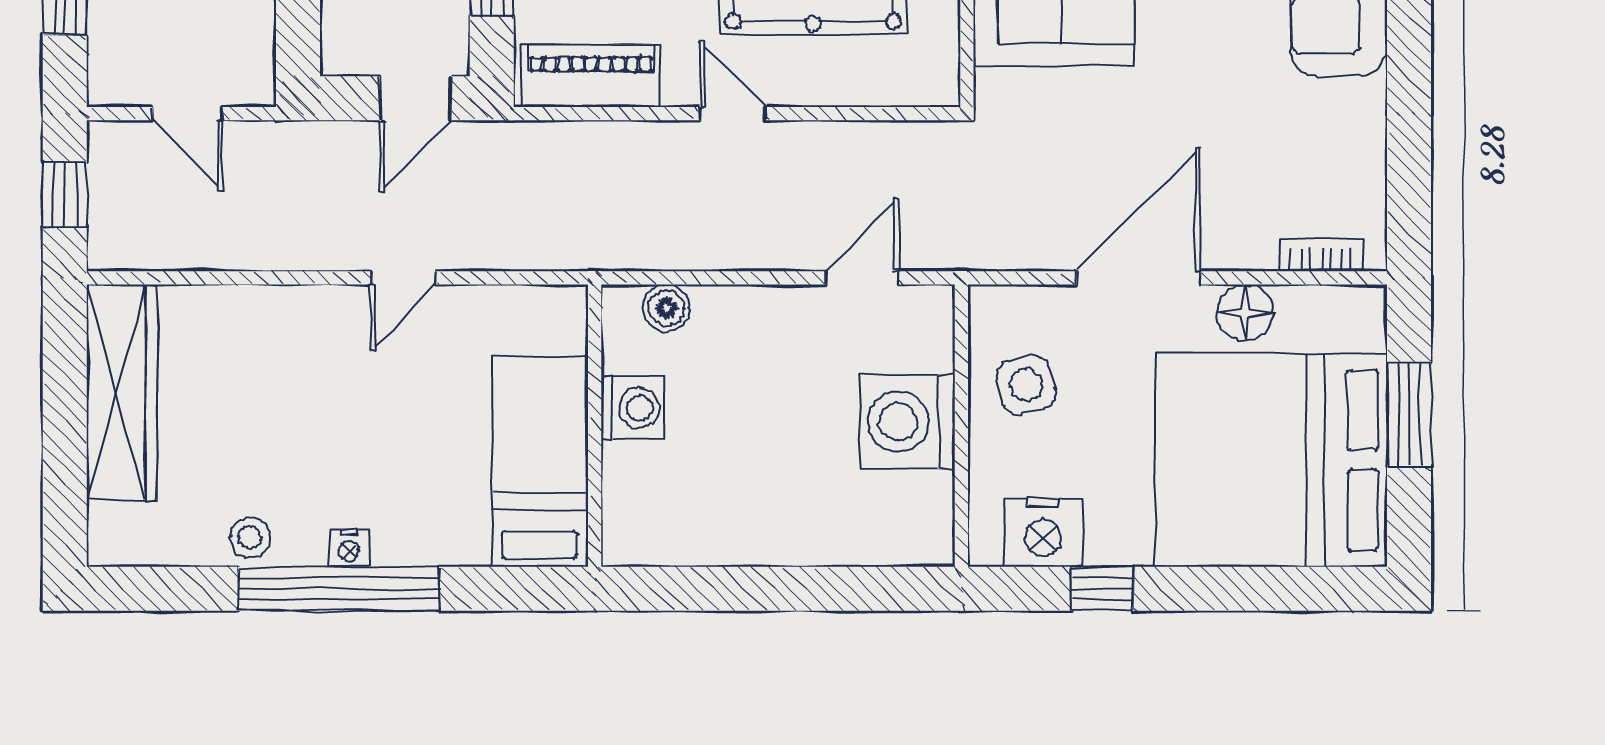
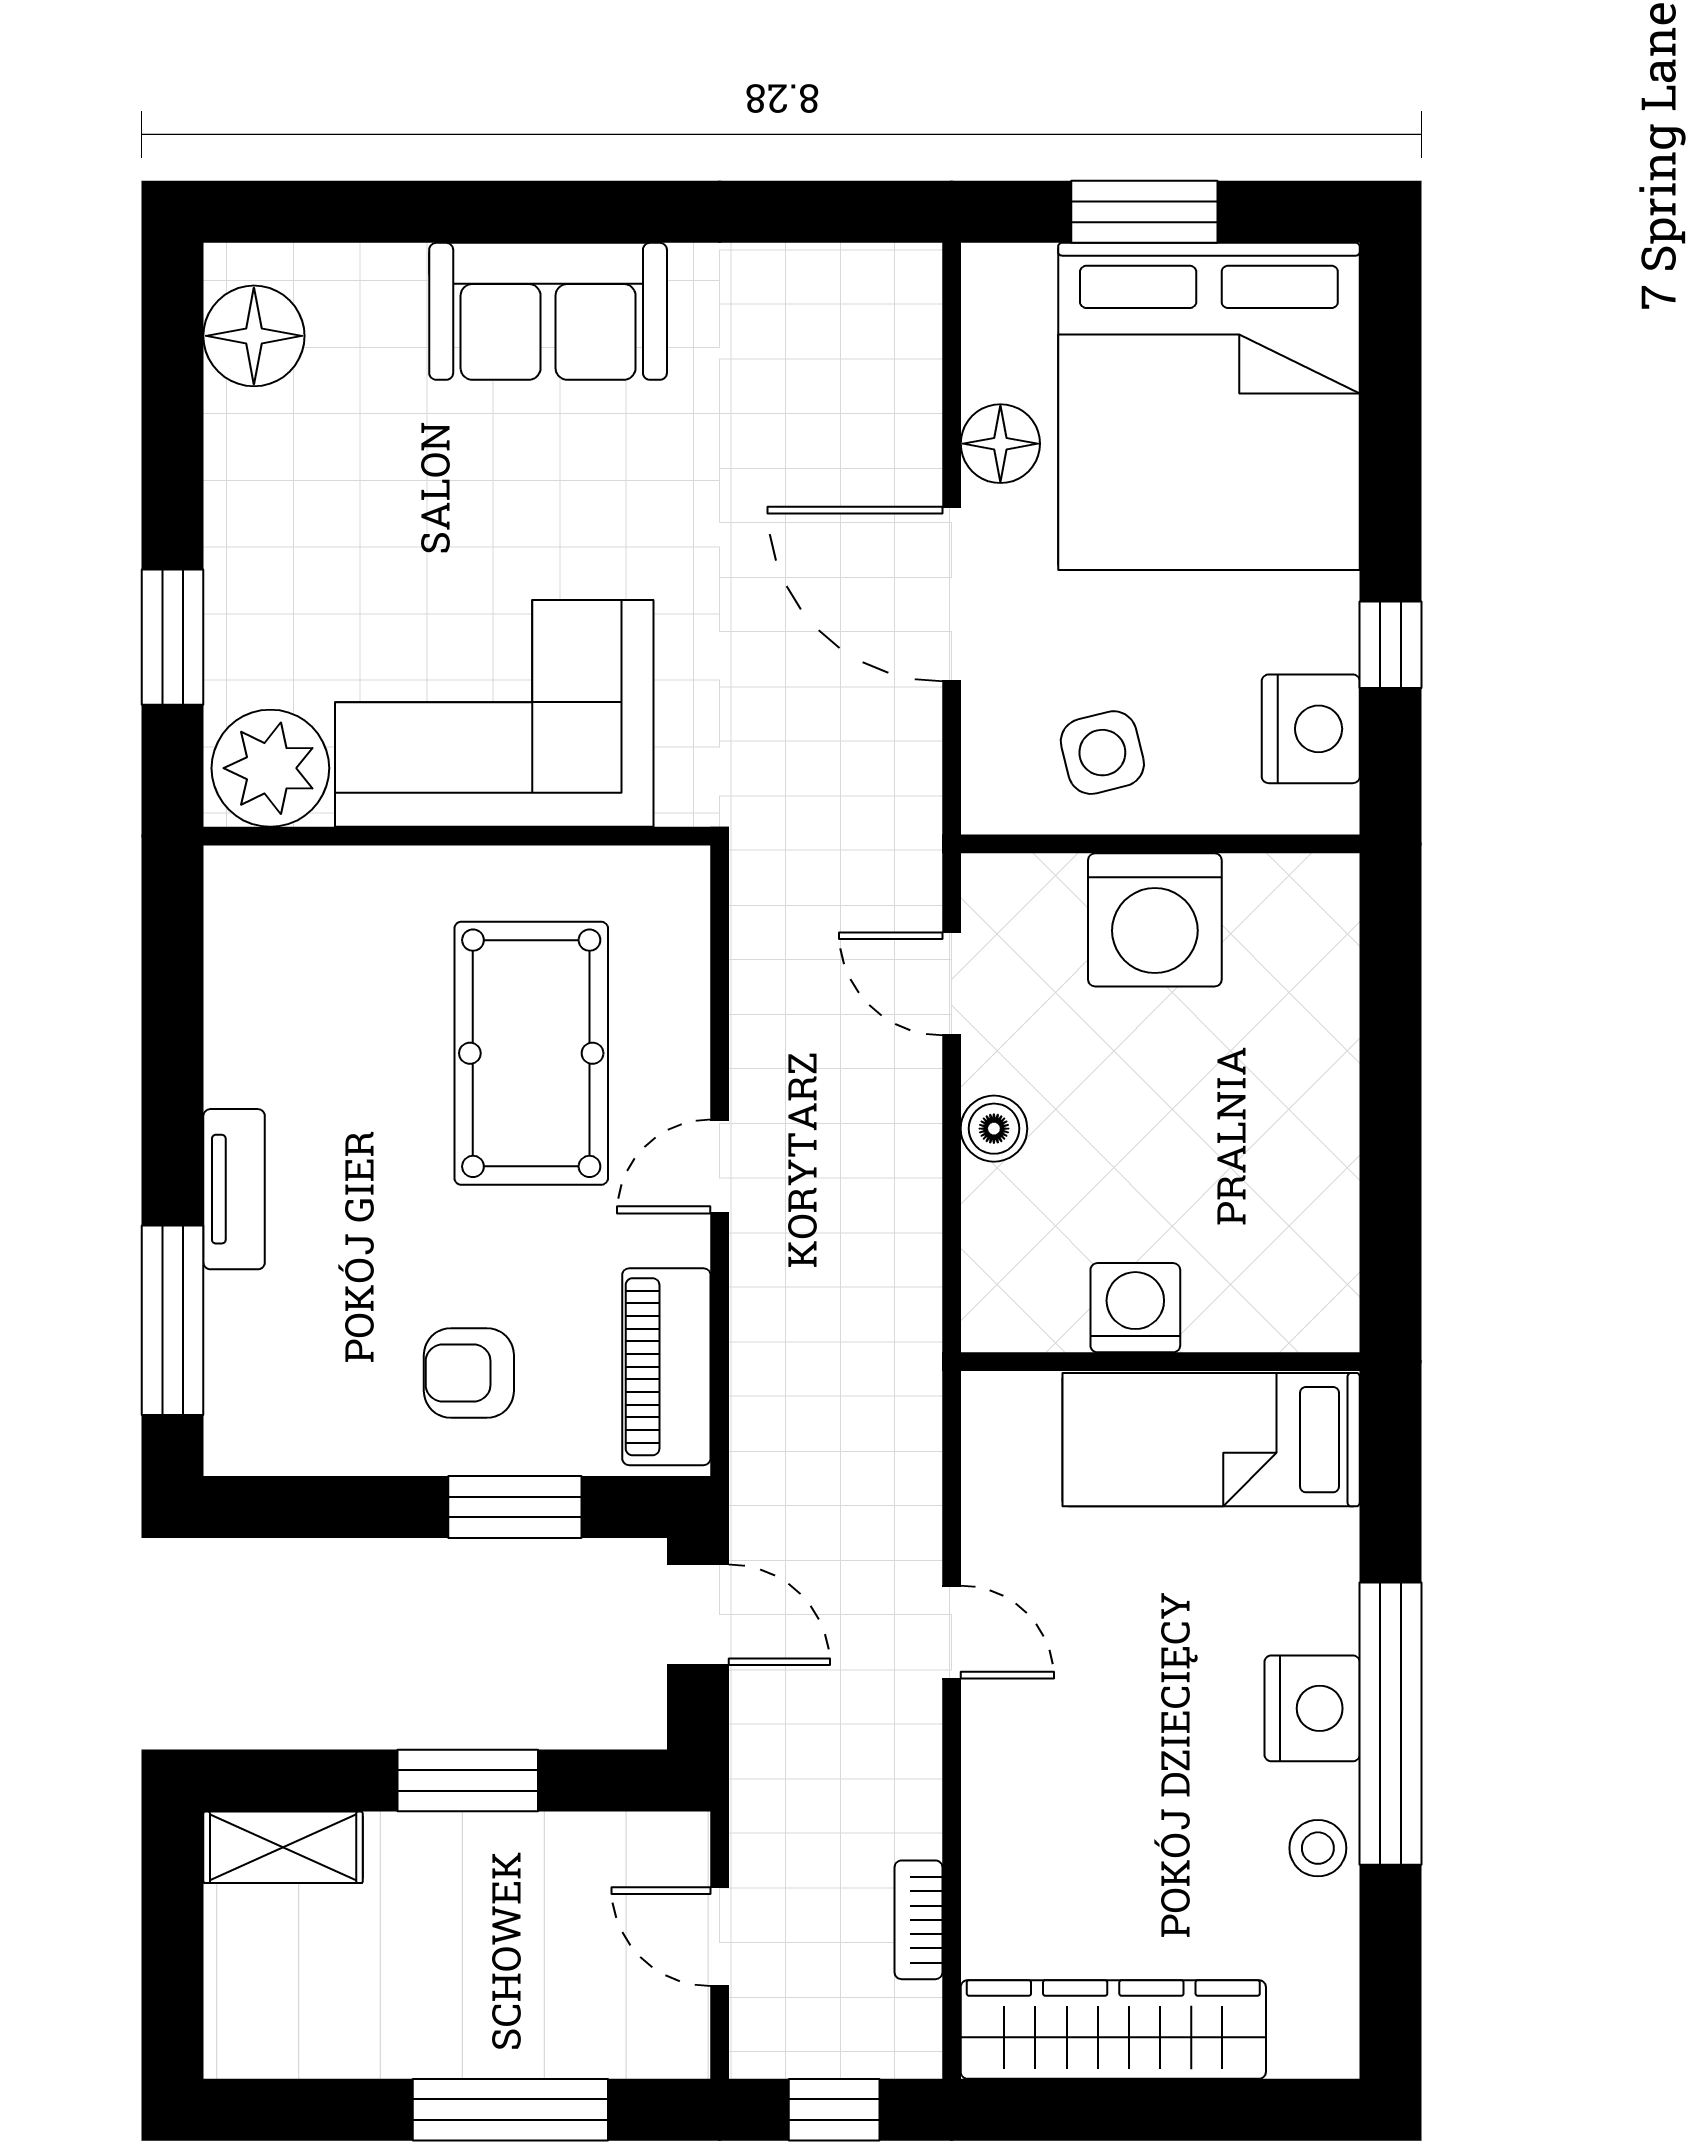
door: (187, 114) -> (720, 1937), swing flipped
bookcase: (1321, 254) -> (918, 1920), moved
boiler: (667, 308) -> (994, 1129), moved
nightstand: (349, 548) -> (1312, 1708), width x1.89, depth x1.79

